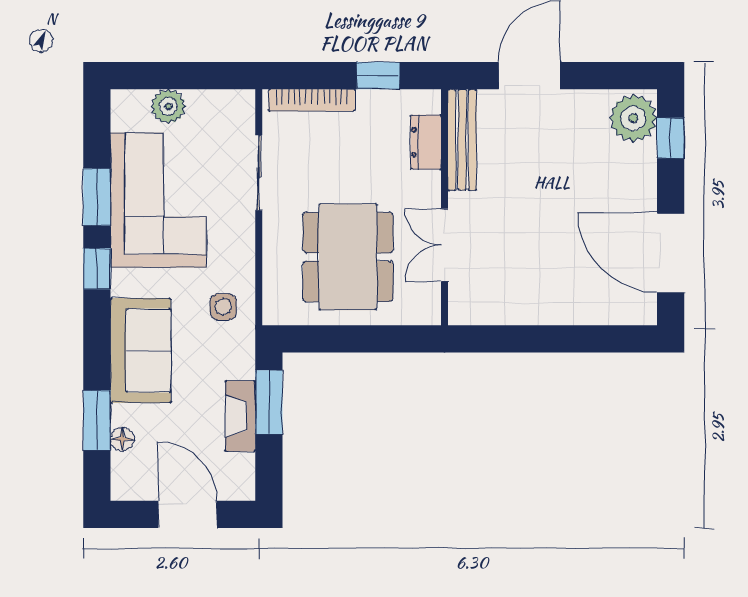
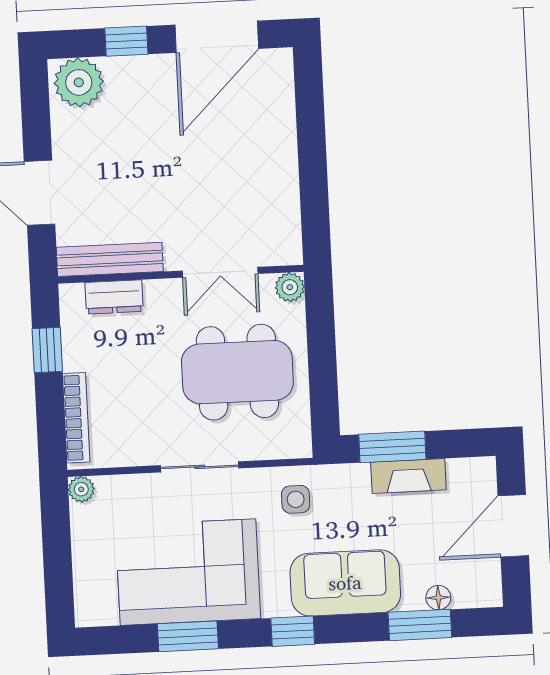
plant: (168, 106) -> (81, 489), moved, width x0.73, depth x0.73
window: (671, 138) -> (126, 41), moved
sliding door: (259, 173) -> (200, 467), moved
window: (97, 269) -> (293, 631), moved
plant: (427, 311) -> (290, 287), added

